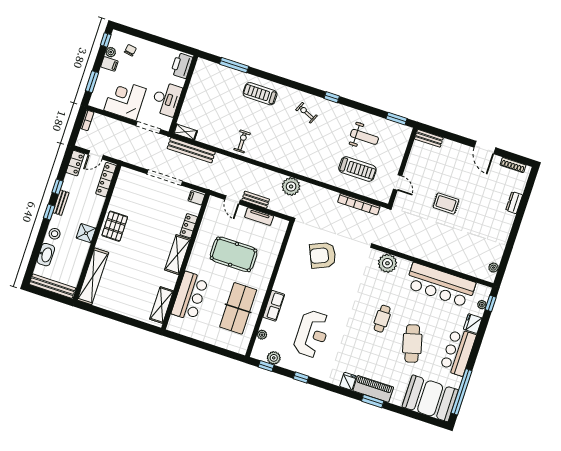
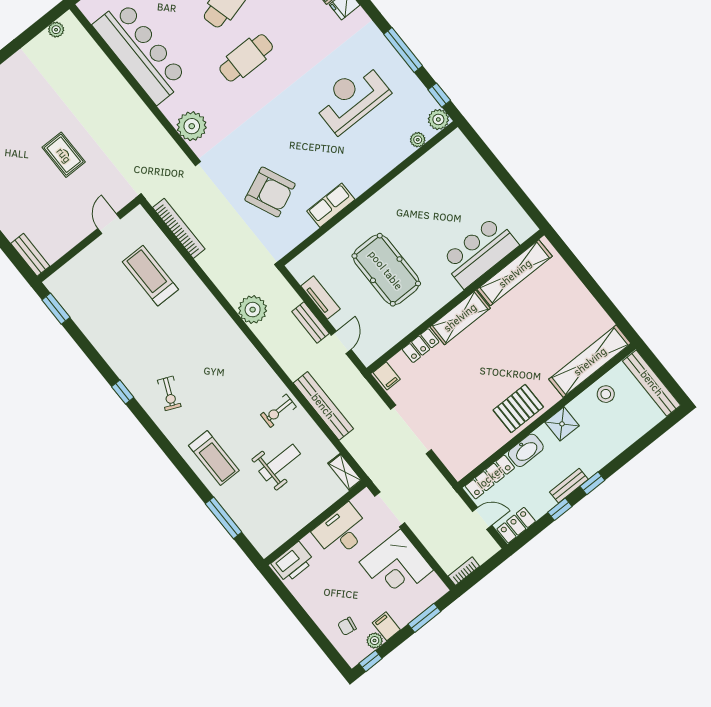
weight bench: (364, 137) -> (280, 462), moved, turned 90
bench: (191, 150) -> (323, 406), moved
stool: (55, 234) -> (606, 394), moved
washbasin: (46, 255) -> (526, 450), moved, turned 180
shelving: (161, 305) -> (515, 273), width x1.47
row of seats: (274, 306) -> (331, 205), moved
table tennis table: (238, 308) -> (427, 195), removed
cafe table: (382, 319) -> (246, 58), width x1.37, depth x1.35
plant: (274, 358) -> (438, 119), moved
window: (301, 378) -> (403, 50), width x2.17

